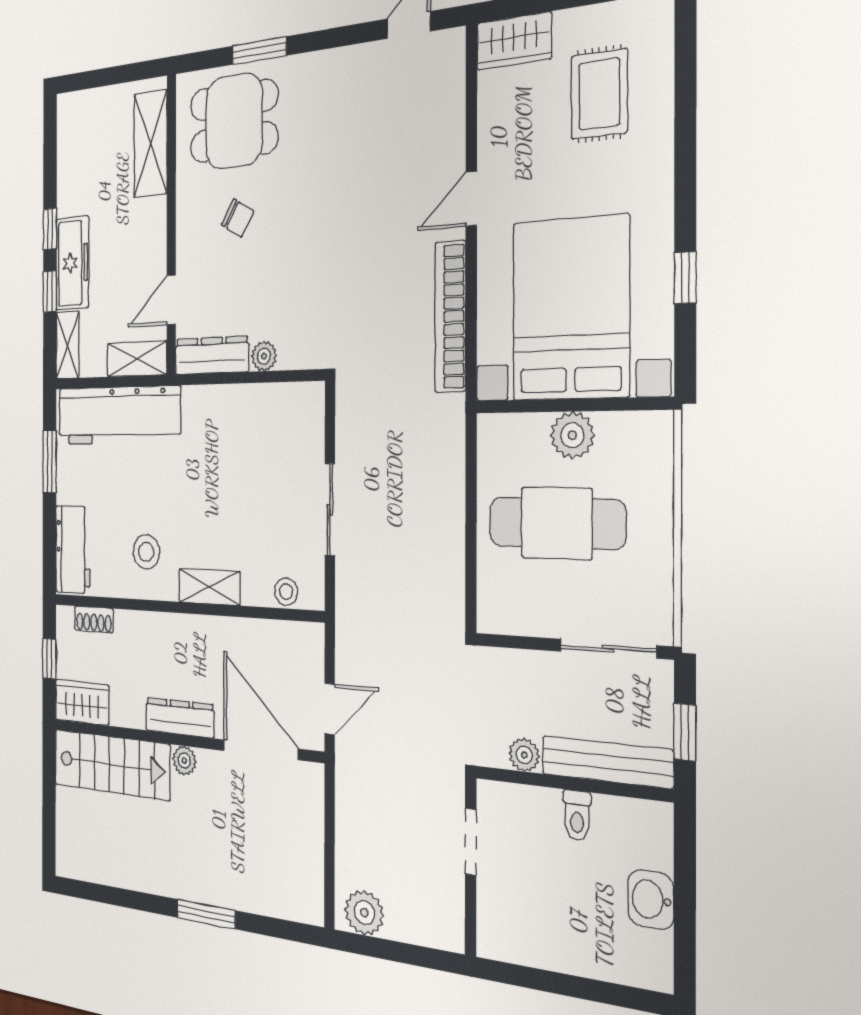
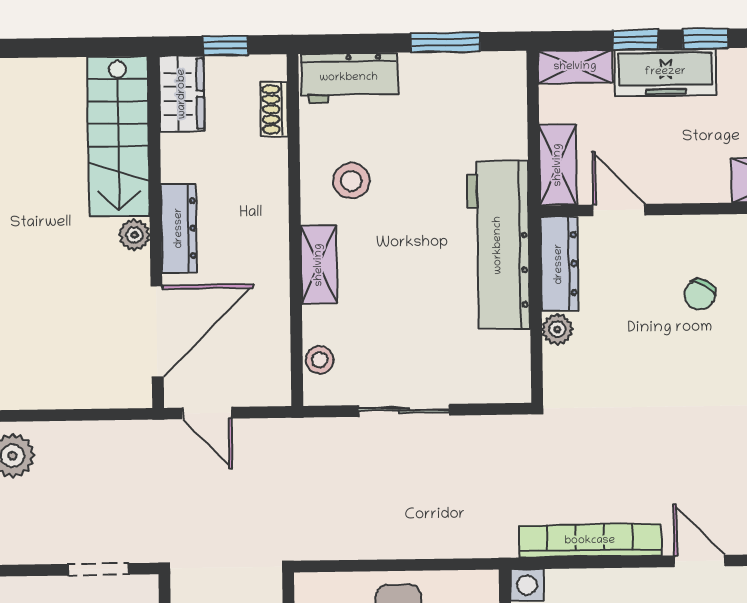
workbench: (119, 416) -> (498, 245), moved

